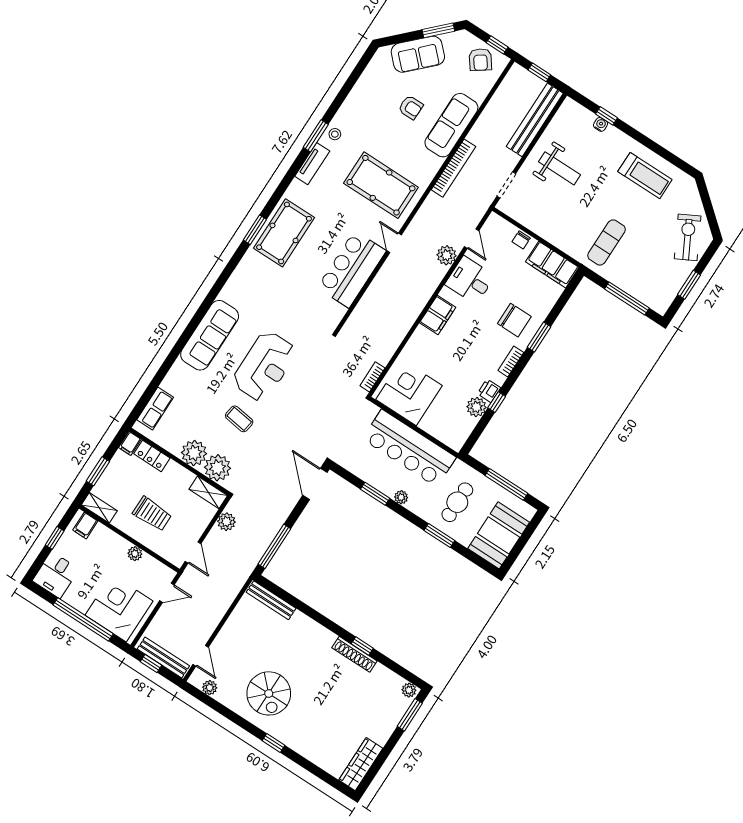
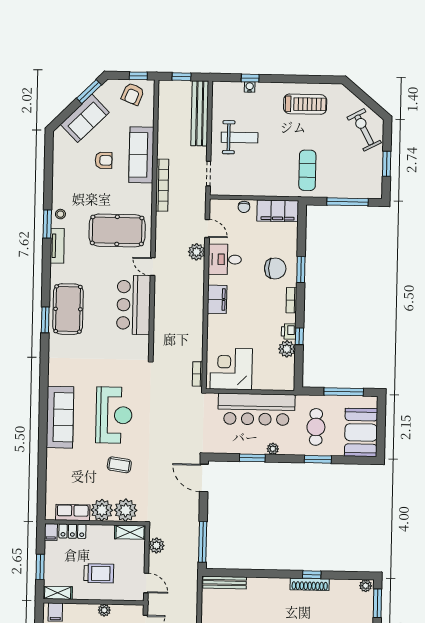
armchair: (480, 60) -> (133, 94), turned 58
row of seats: (155, 408) -> (73, 512), moved, turned -90

